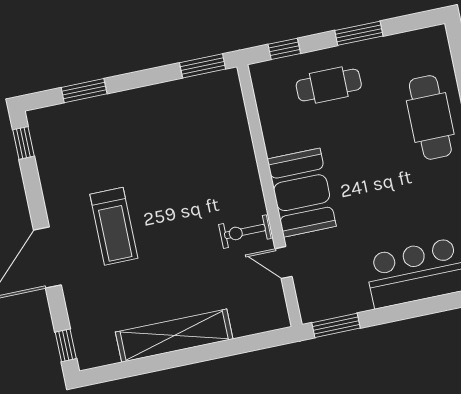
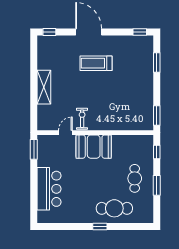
cafe table: (329, 85) -> (135, 178), moved
shelving: (174, 336) -> (44, 87), width x0.68

